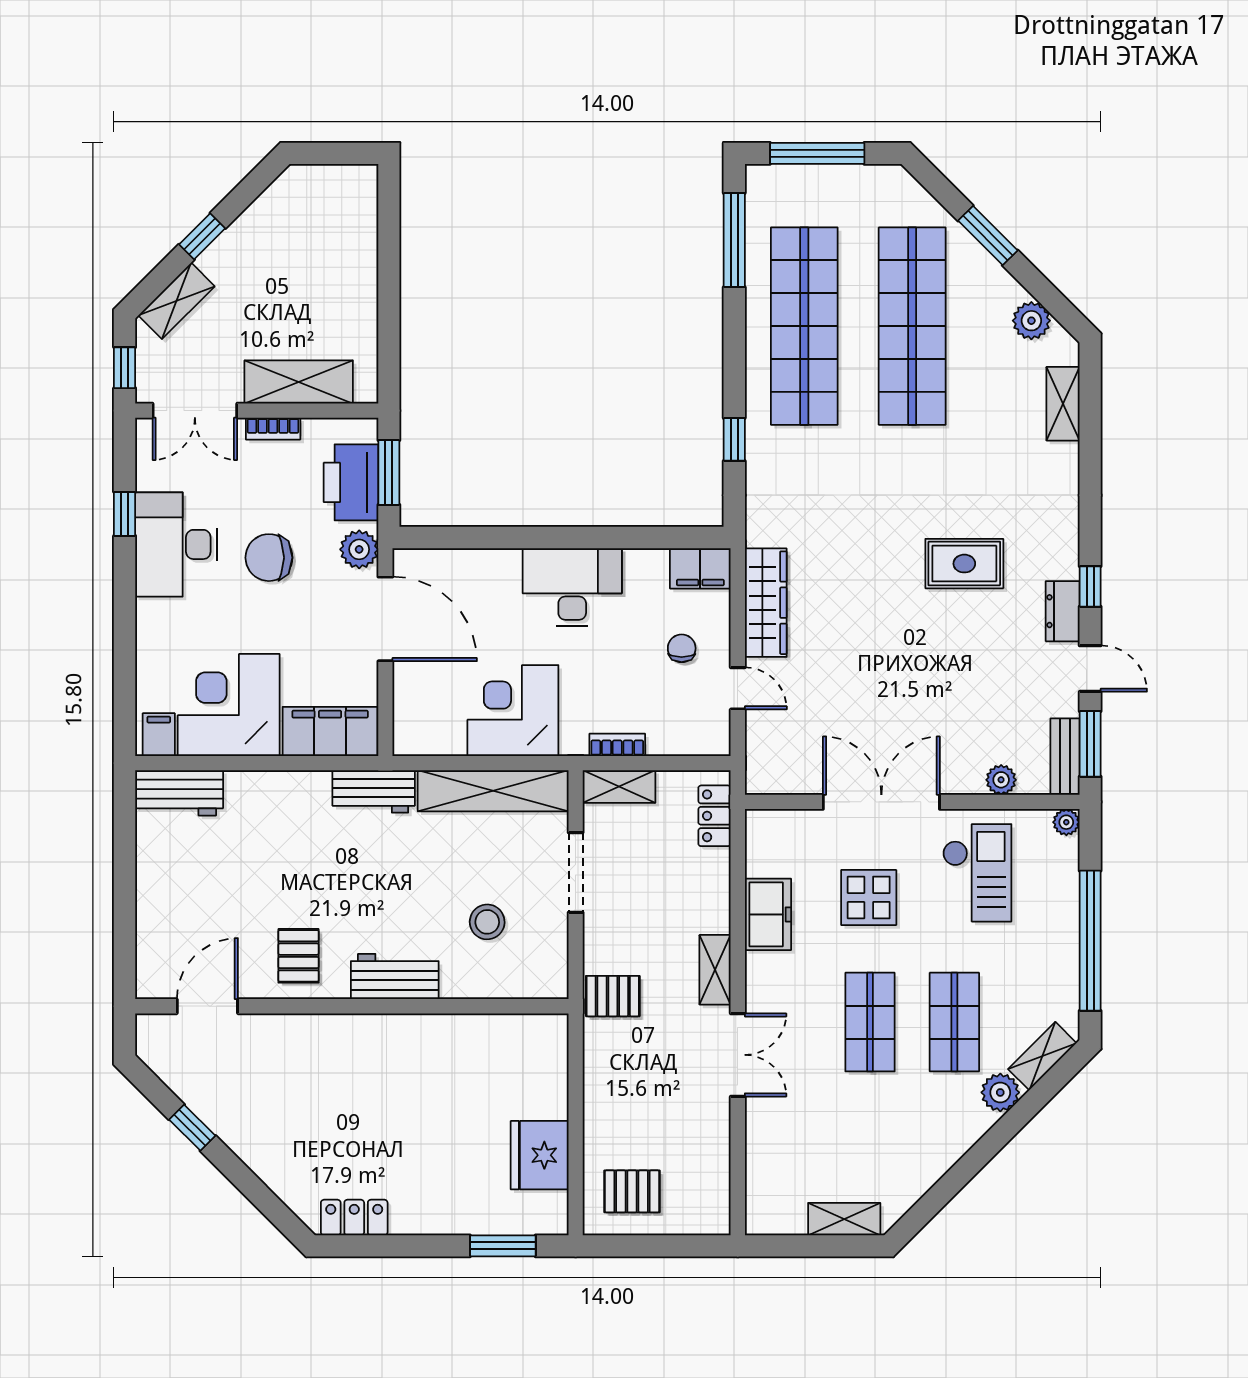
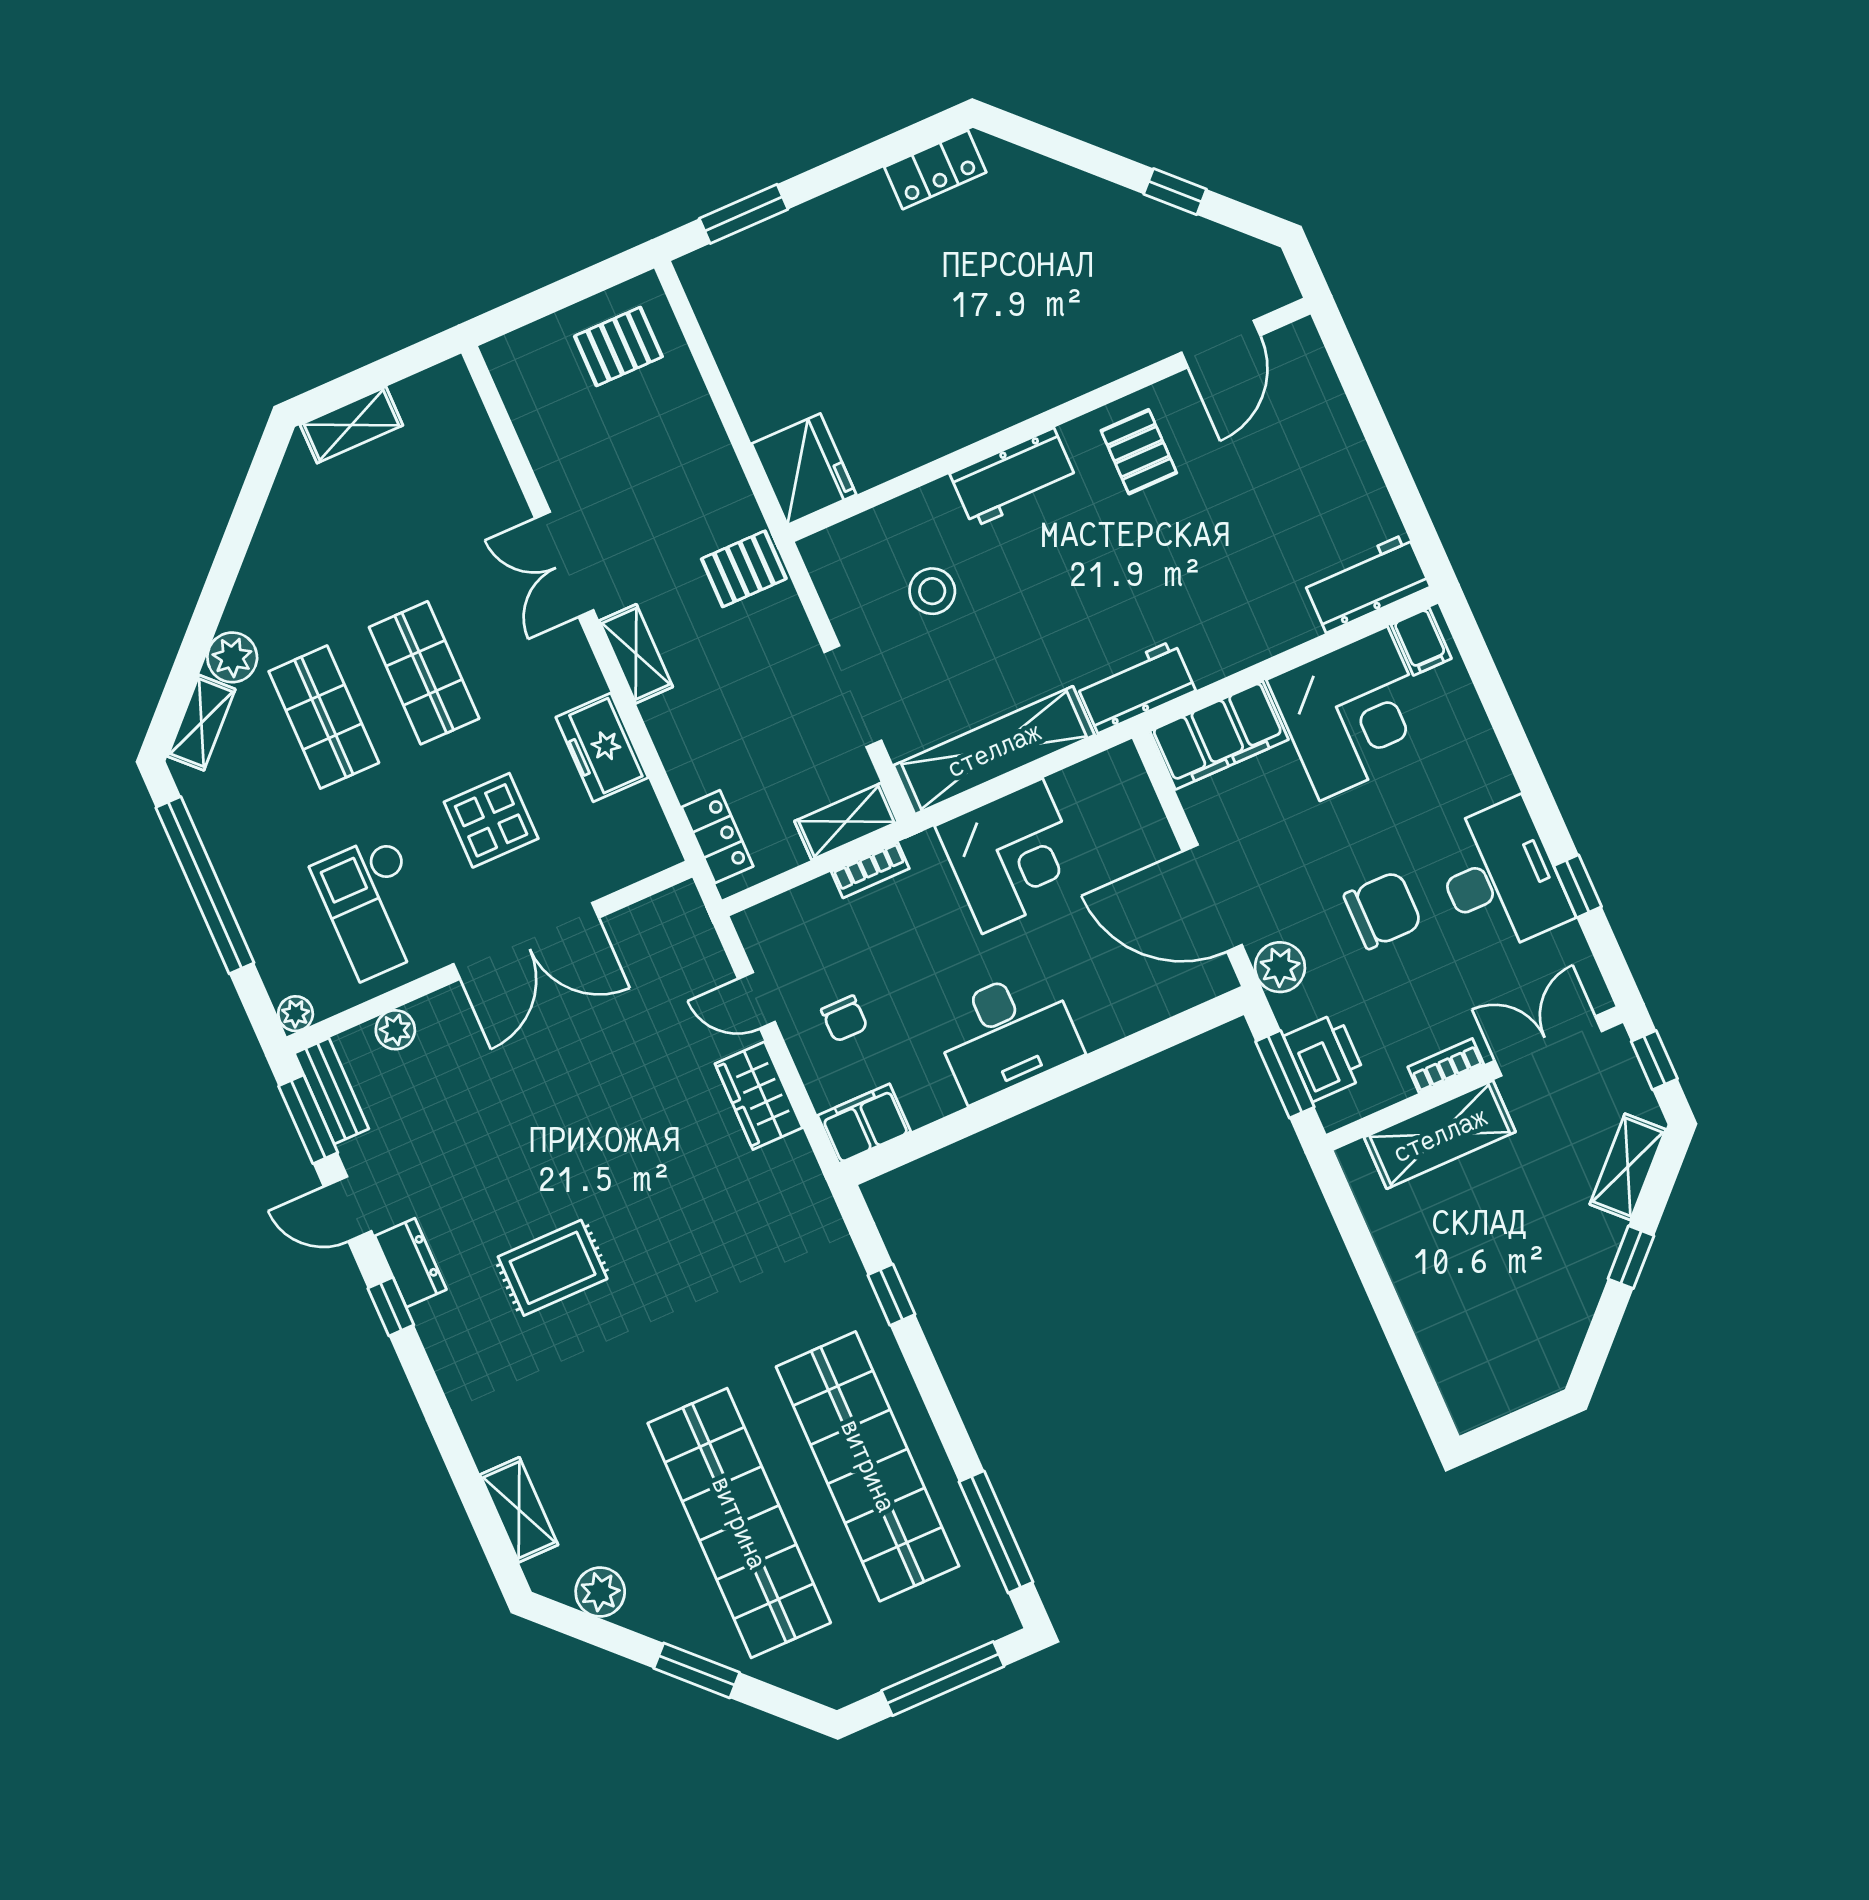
printer: (351, 482) -> (1325, 1057), width x0.73, depth x0.84
wardrobe: (766, 603) -> (759, 1096), width x0.67
fridge: (540, 1155) -> (804, 469), moved

